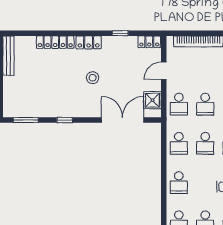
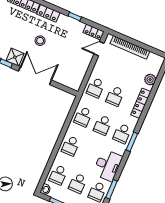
door: (164, 71) -> (99, 49), moved
shower: (152, 100) -> (15, 57), moved
double door: (123, 120) -> (35, 76), moved

